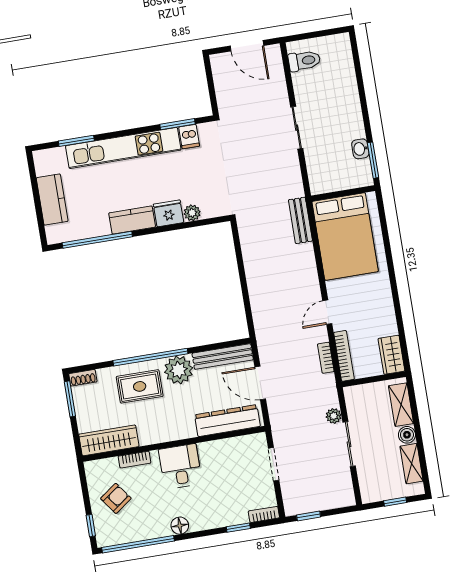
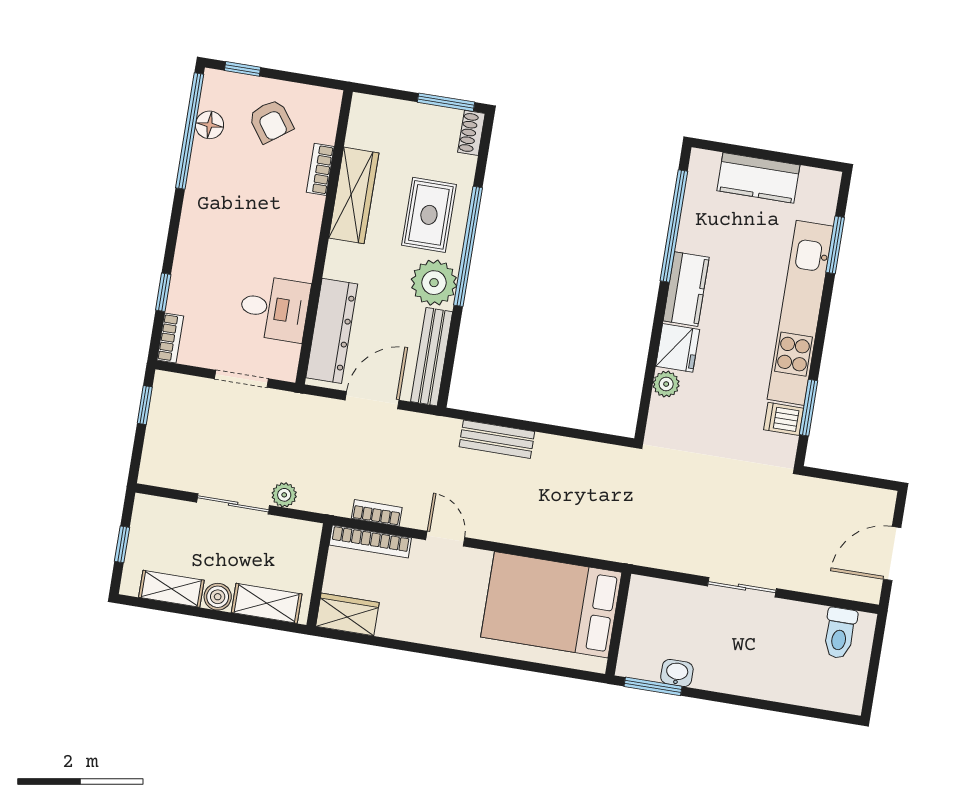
bench: (300, 220) -> (497, 439), moved
wardrobe: (109, 440) -> (354, 195), moved
desk: (180, 466) -> (274, 308), moved
floor lamp: (180, 526) -> (210, 125), moved

